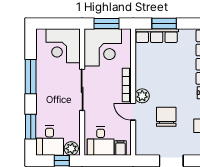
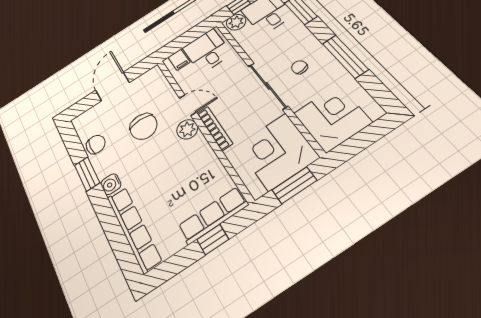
window: (164, 23) -> (213, 239), width x0.67
chair: (58, 89) -> (299, 67), added

